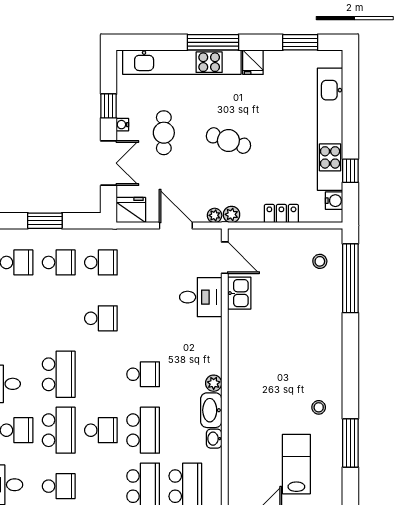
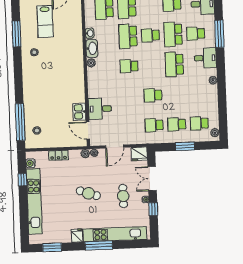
door: (176, 226) -> (115, 147), hinge flipped

